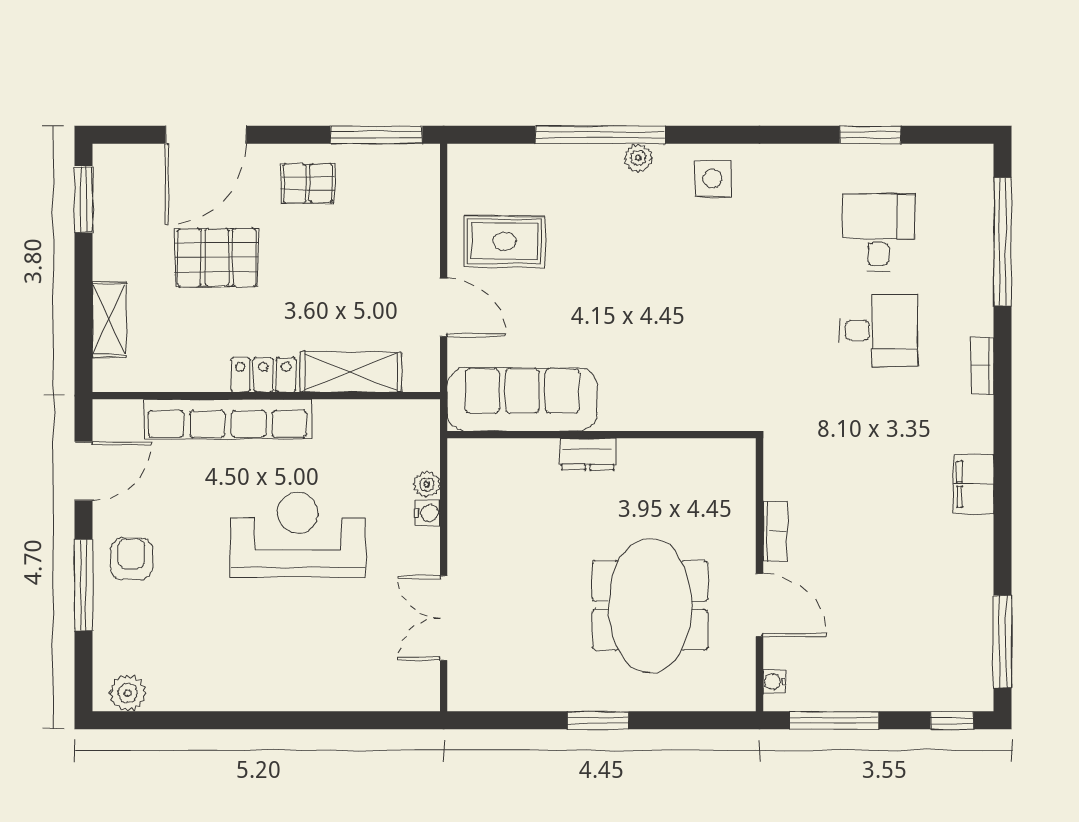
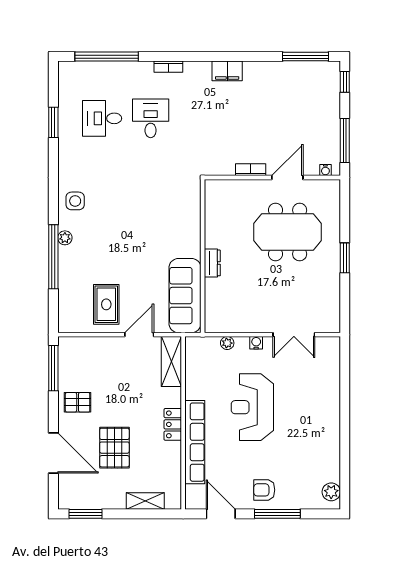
pallet: (308, 183) -> (78, 402), turned 90
shelving: (351, 372) -> (171, 361), moved
water cooler: (427, 513) -> (256, 343), moved

